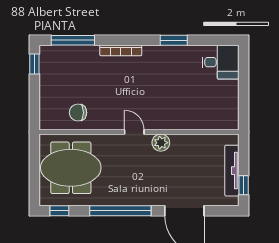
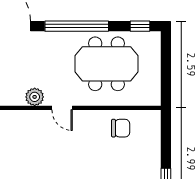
meeting table: (71, 168) -> (106, 64), moved

